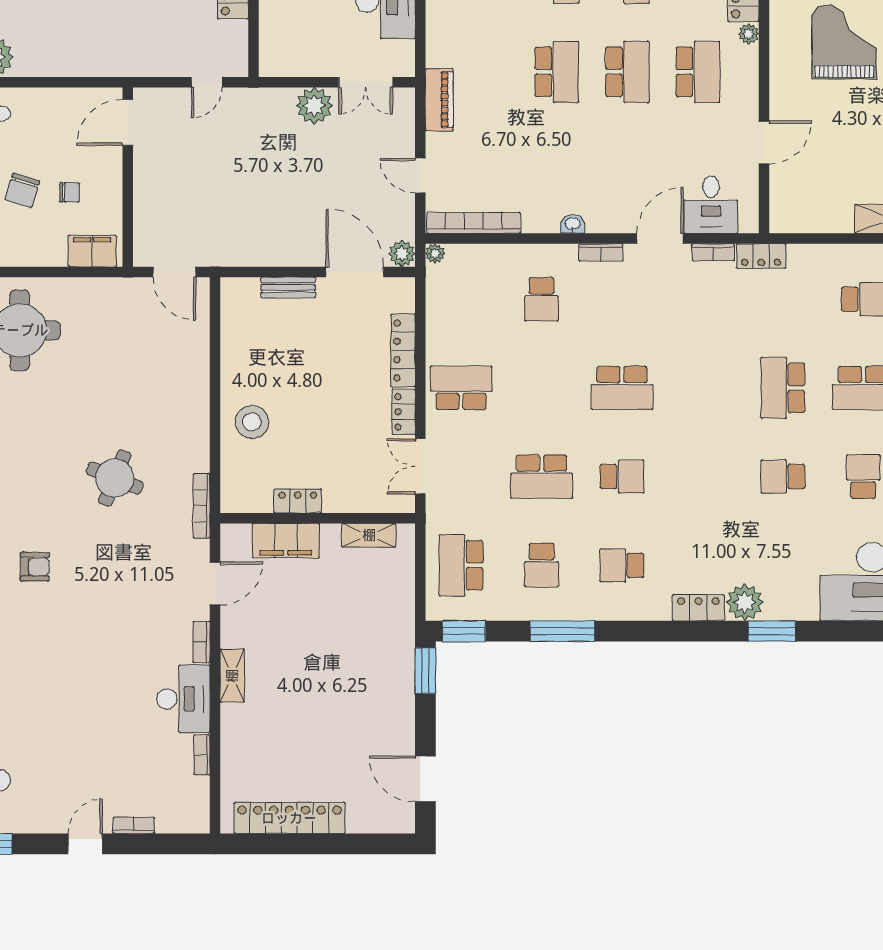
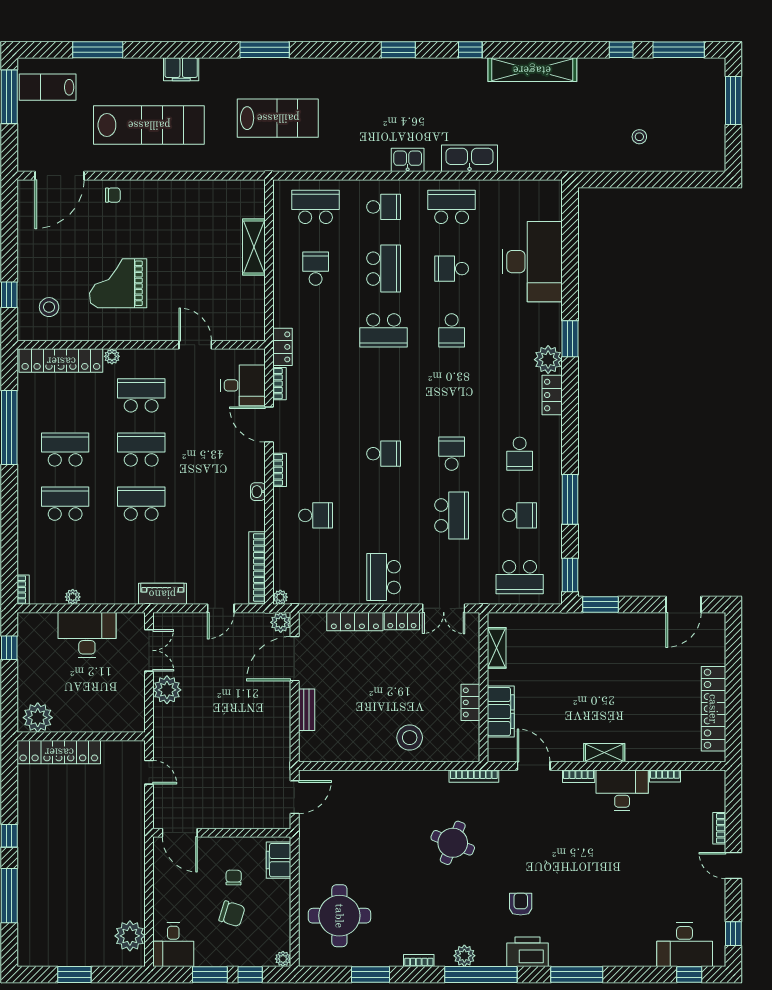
school desk: (622, 388) -> (384, 454), width x0.54

